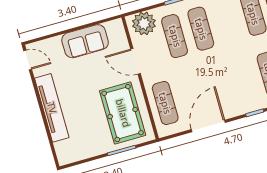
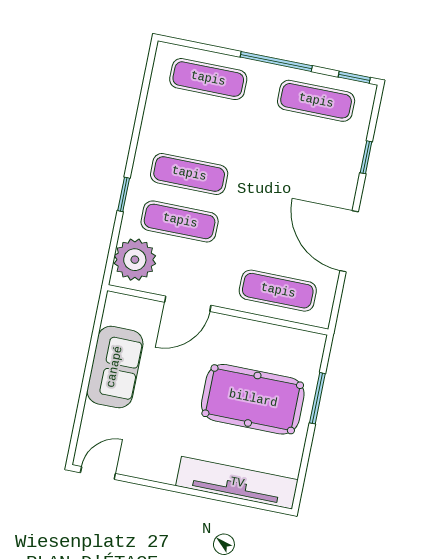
tv unit: (52, 108) -> (237, 483), moved
pool table: (123, 113) -> (253, 399), moved

